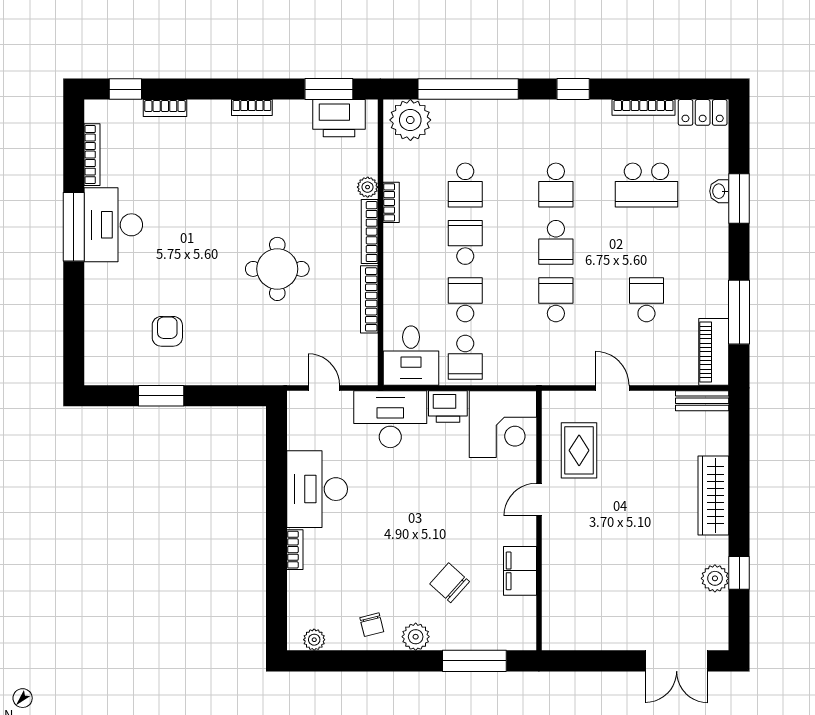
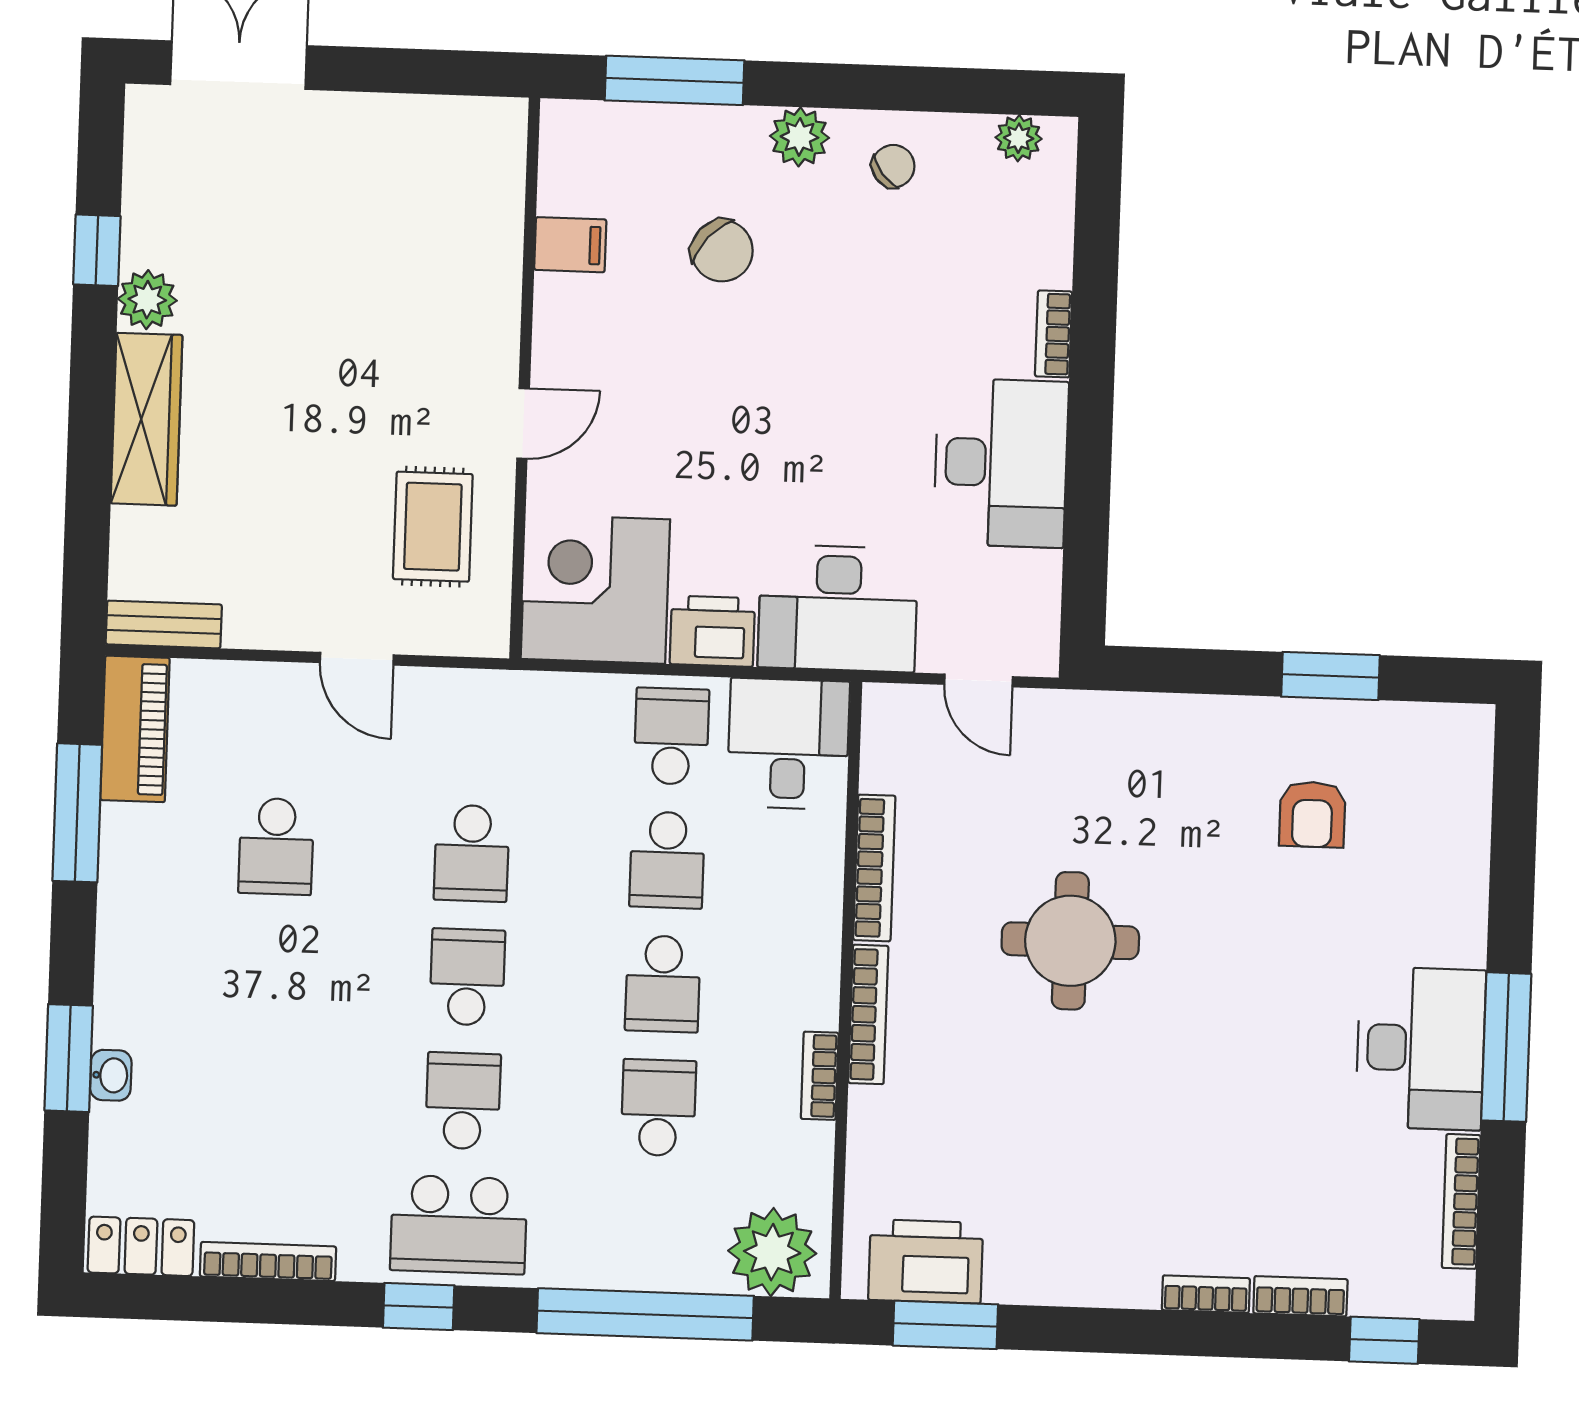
bookcase: (252, 108) -> (1206, 1294), moved
school desk: (646, 185) -> (459, 1225), moved, turned 180
plant: (368, 187) -> (869, 1111), removed
filing cabinet: (520, 571) -> (570, 245), width x0.50
plant: (715, 578) -> (147, 300), moved
chair: (372, 625) -> (893, 166), turned 66

